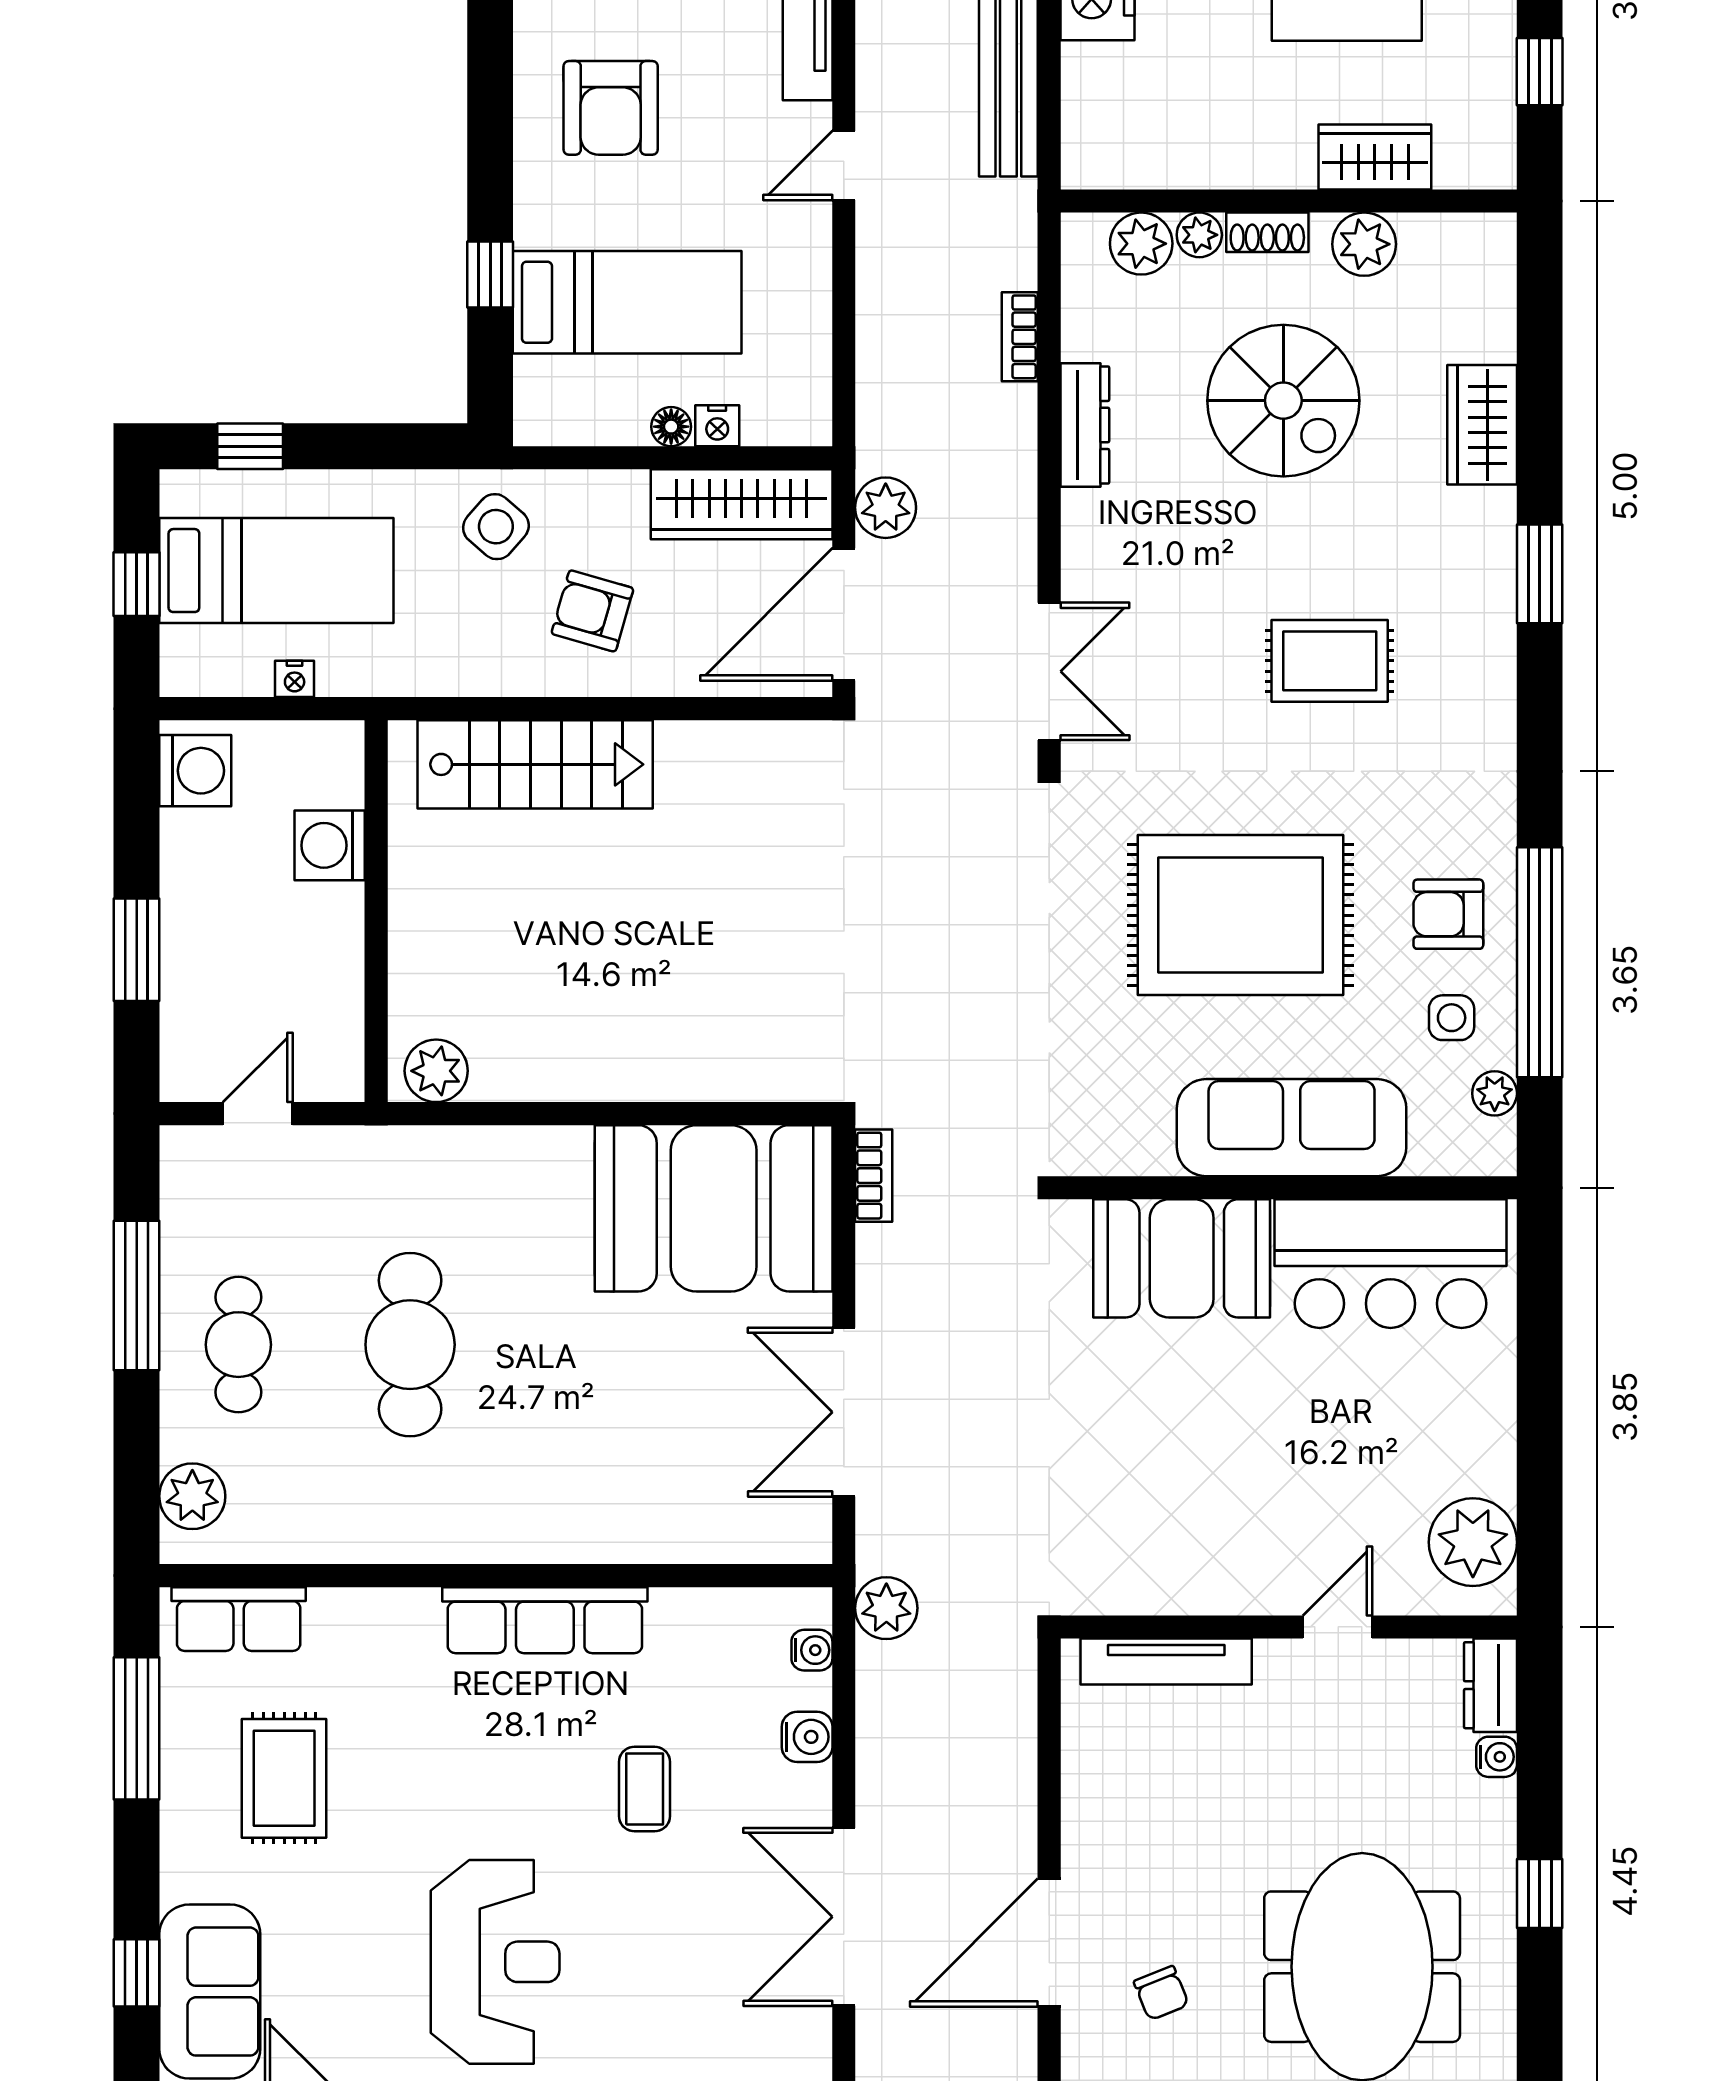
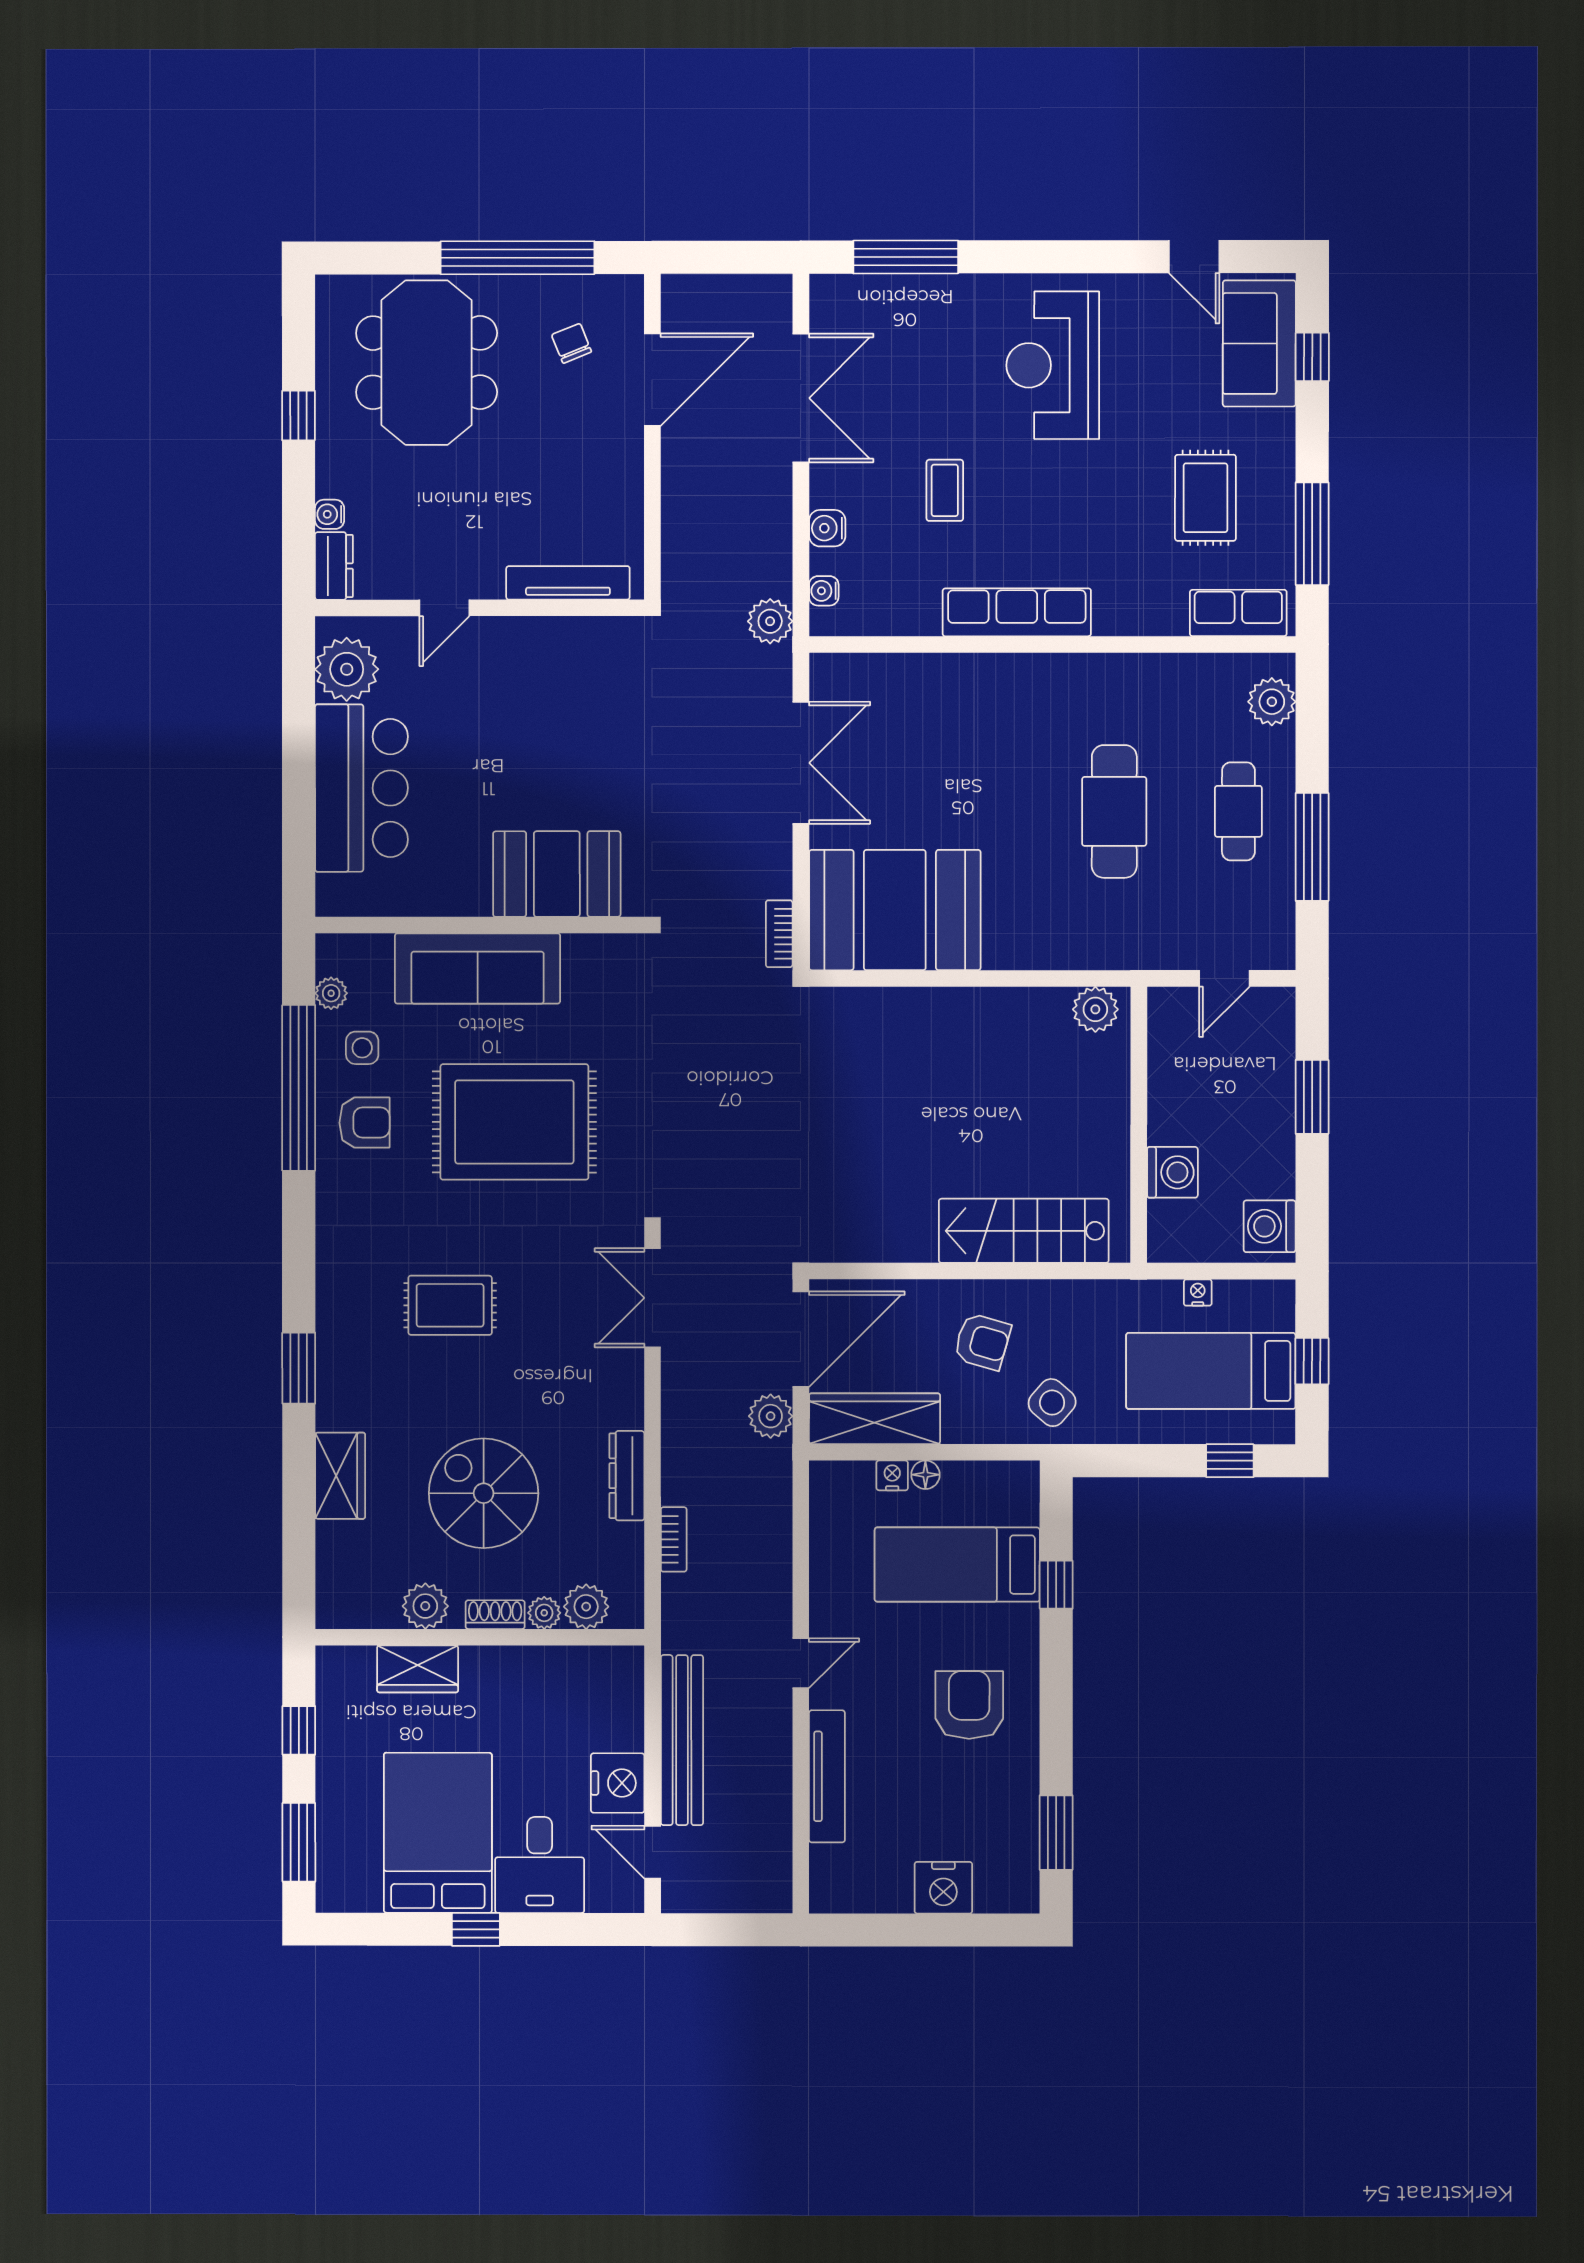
bar counter: (1391, 1264) -> (361, 788), moved, turned 90

